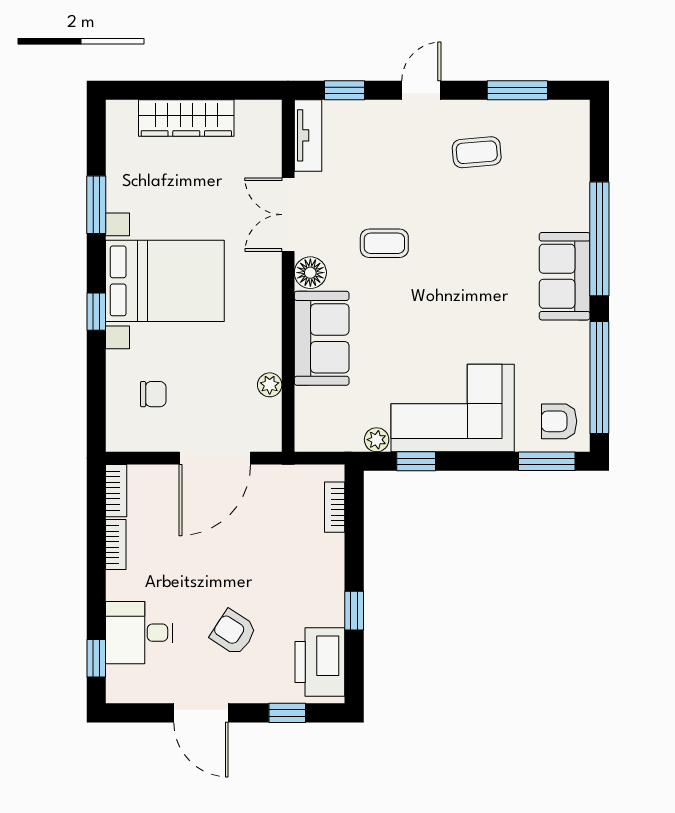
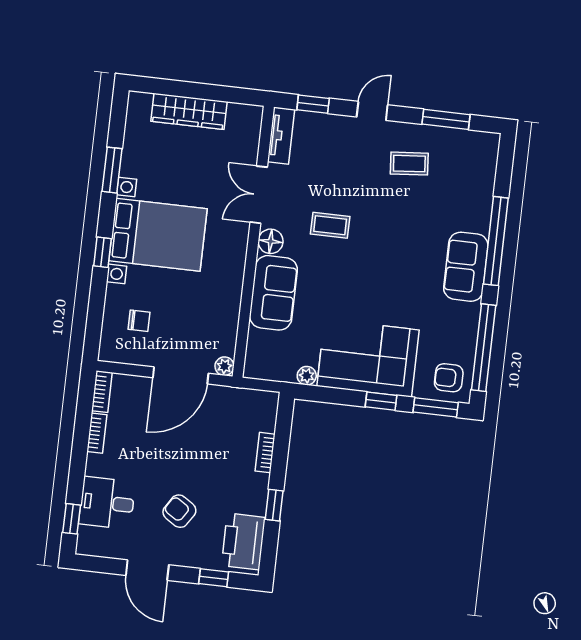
plant: (270, 385) -> (224, 366), moved
window: (416, 461) -> (381, 401), moved
bookcase: (335, 507) -> (265, 453), moved

